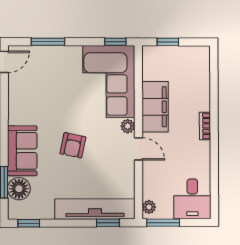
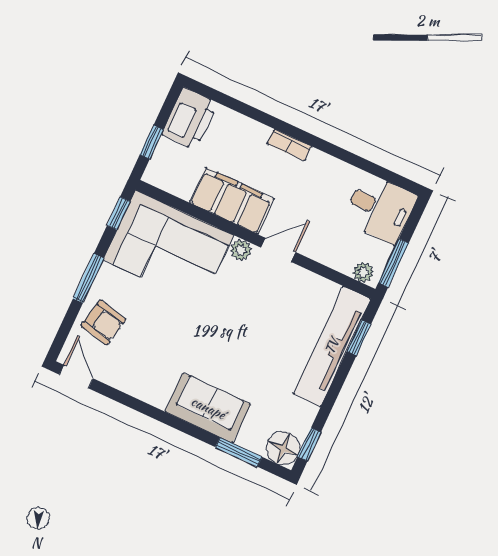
window: (48, 42) -> (88, 278), moved
printer: (193, 58) -> (189, 118), added
armchair: (73, 145) -> (103, 323), moved
floor lamp: (19, 189) -> (283, 448), moved

